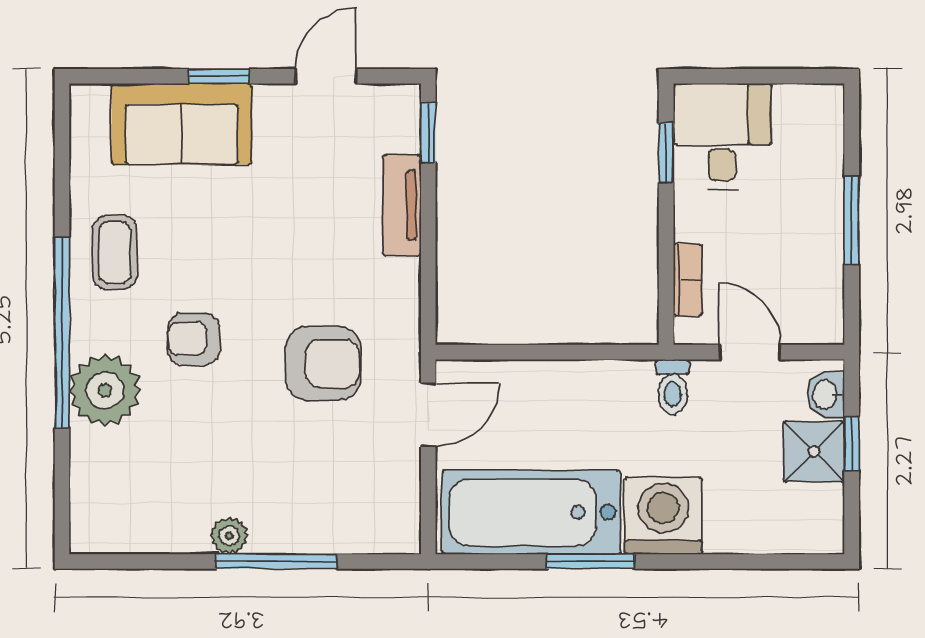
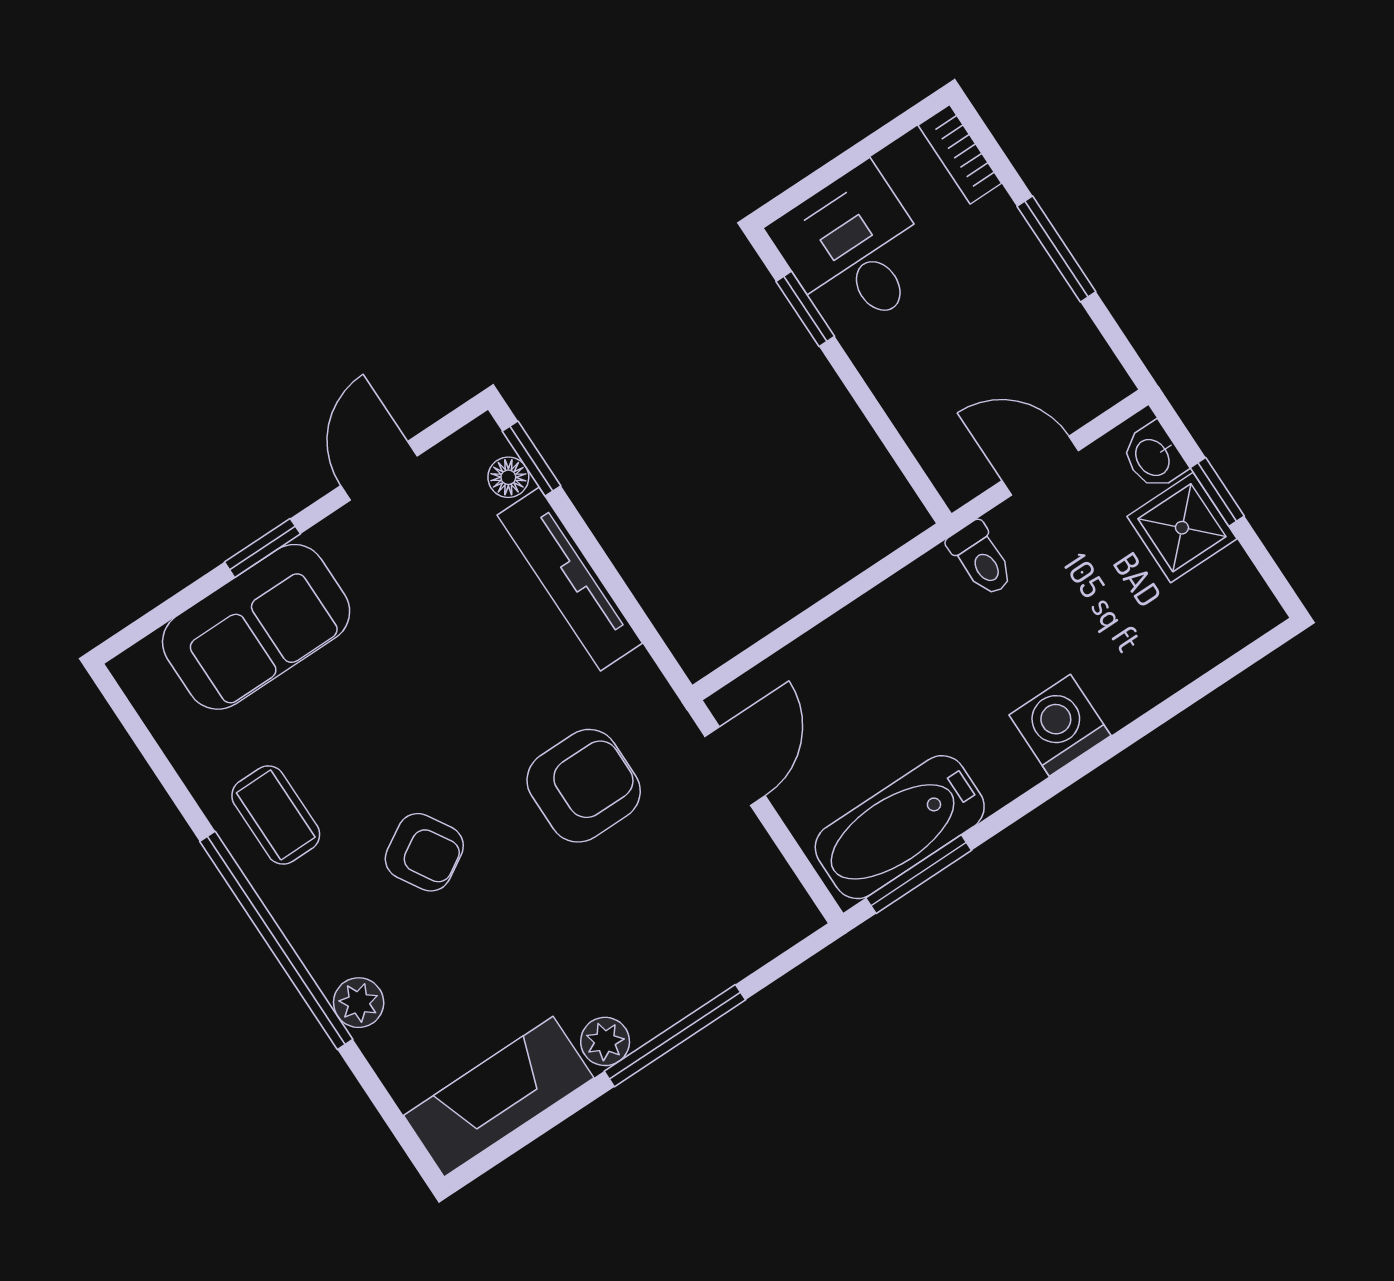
floor lamp: (406, 135) -> (508, 477), added
tv unit: (402, 205) -> (570, 579), width x1.41
bookcase: (688, 280) -> (960, 154), moved, turned 180
armchair: (194, 339) -> (424, 852), turned -121
plant: (105, 390) -> (359, 1003), width x0.53, depth x0.53
bathtub: (531, 512) -> (900, 827), width x0.73, depth x0.73
washing machine: (663, 516) -> (1060, 725), width x0.73, depth x0.73
fireplace: (138, 526) -> (499, 1097), added
window: (591, 561) -> (919, 874), moved

